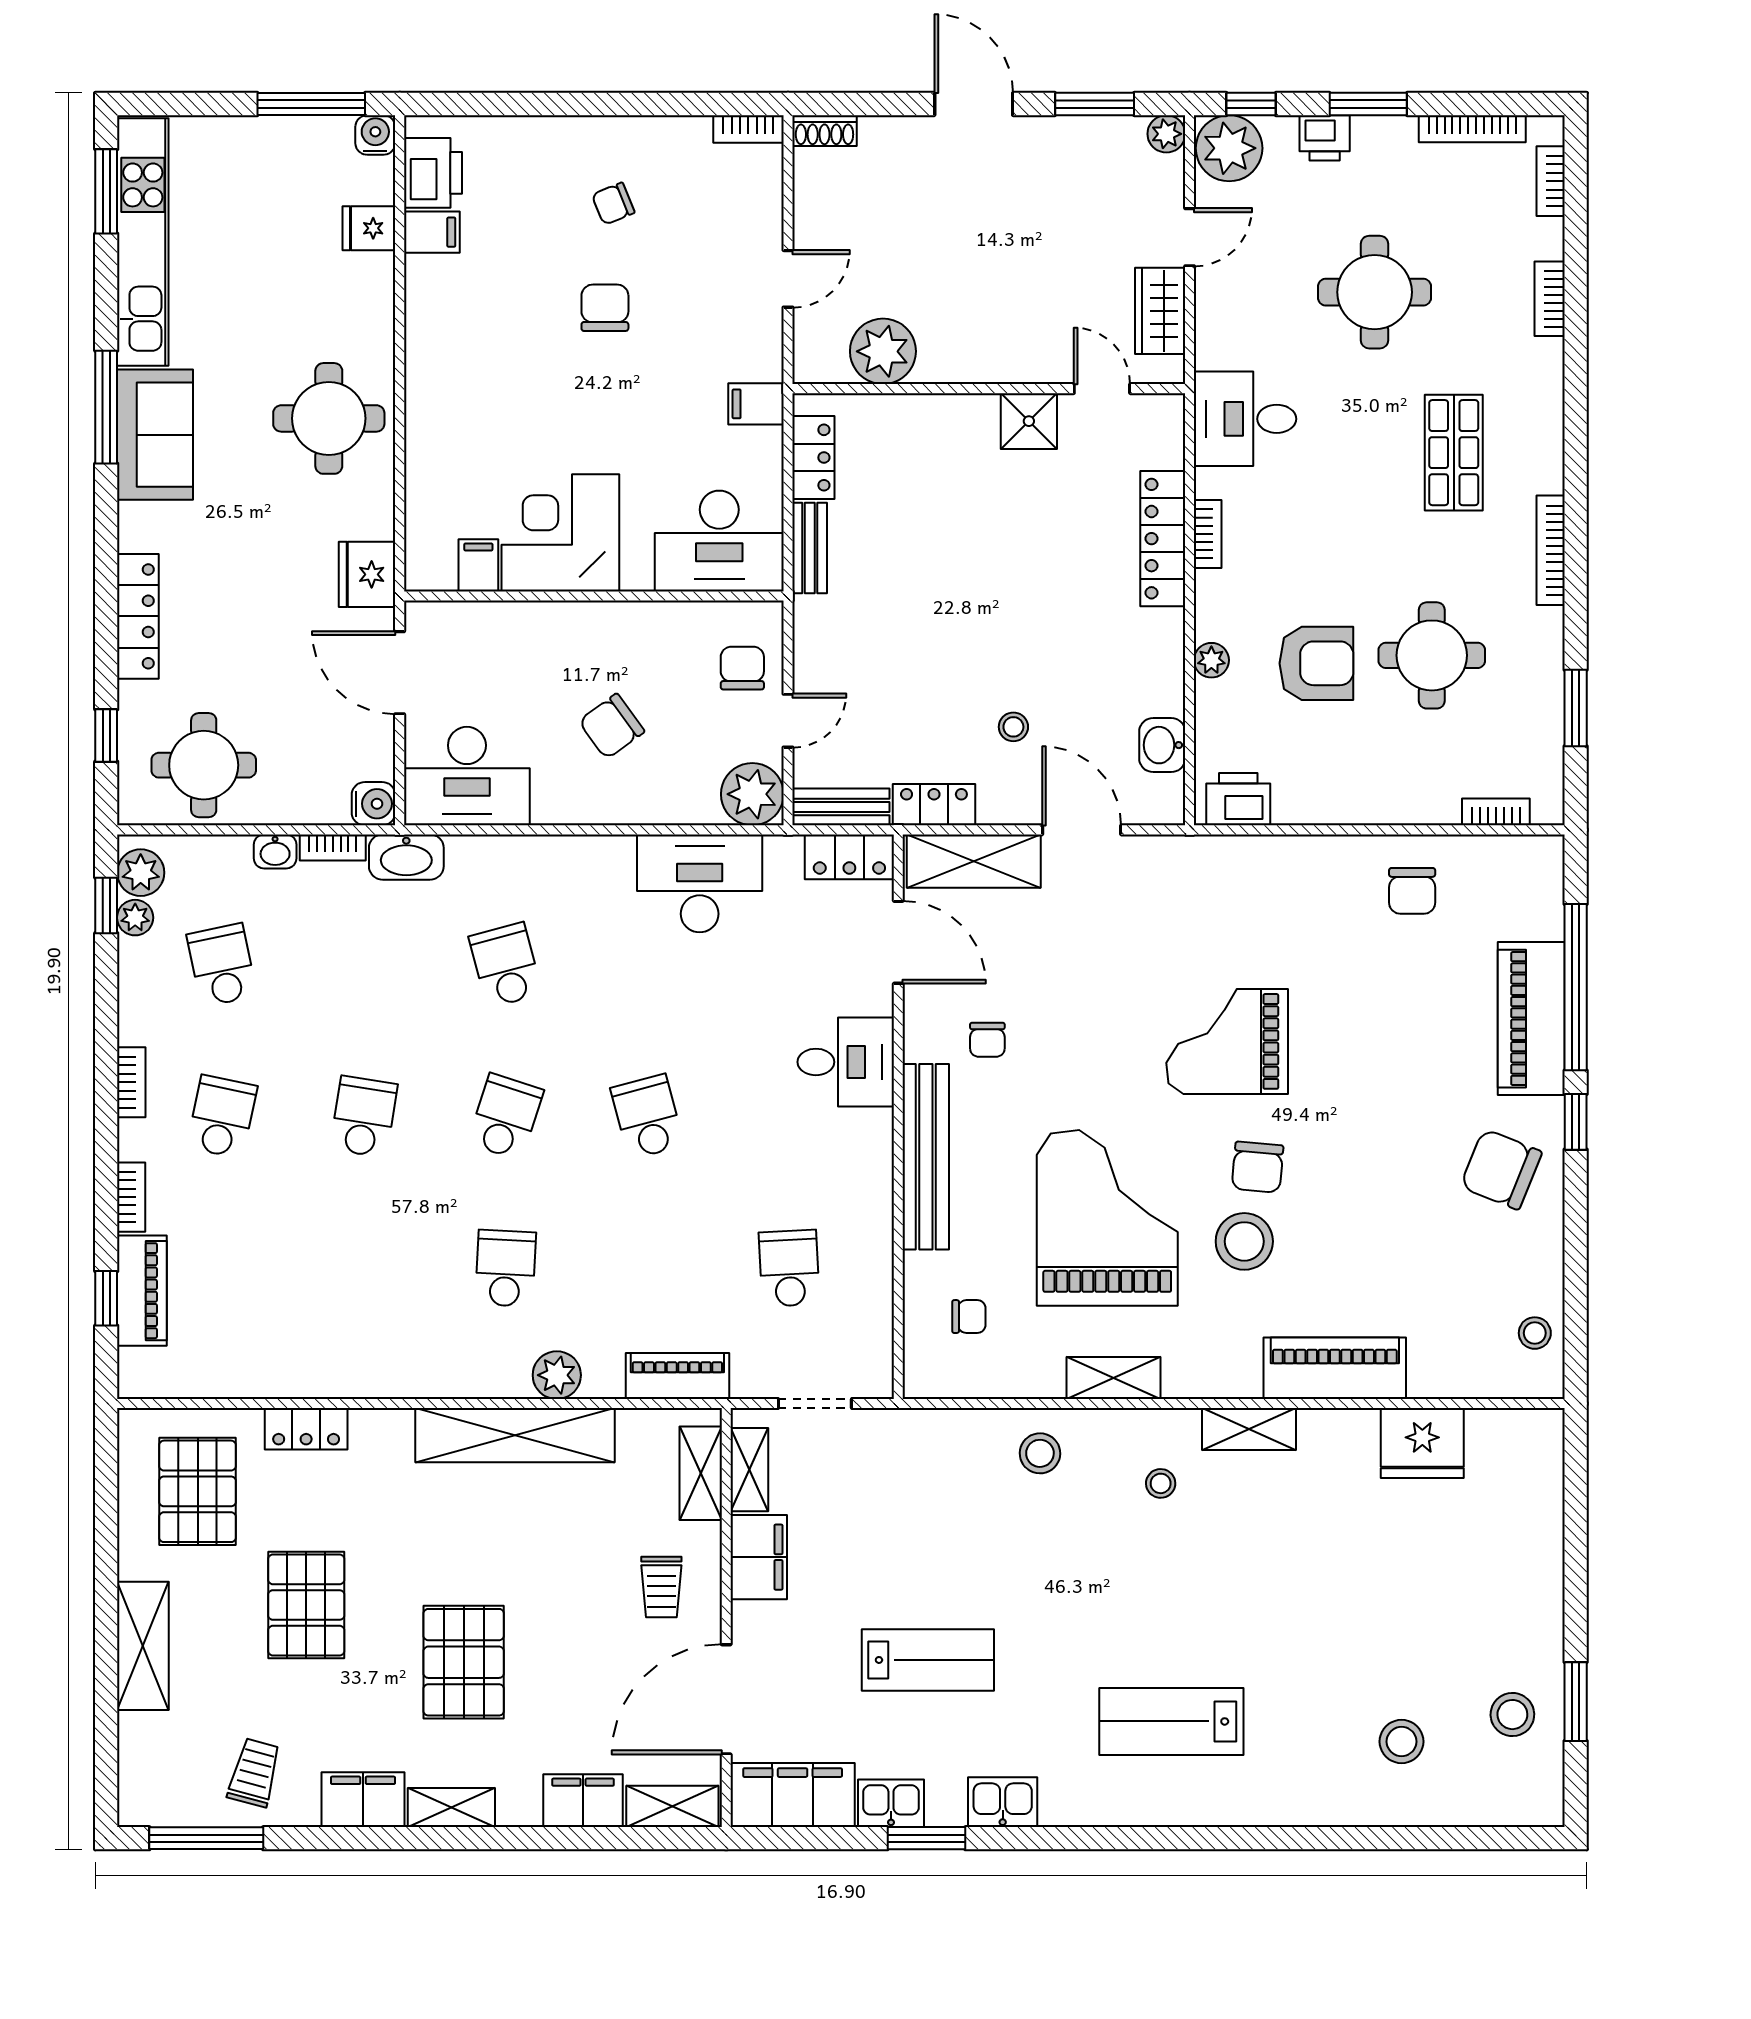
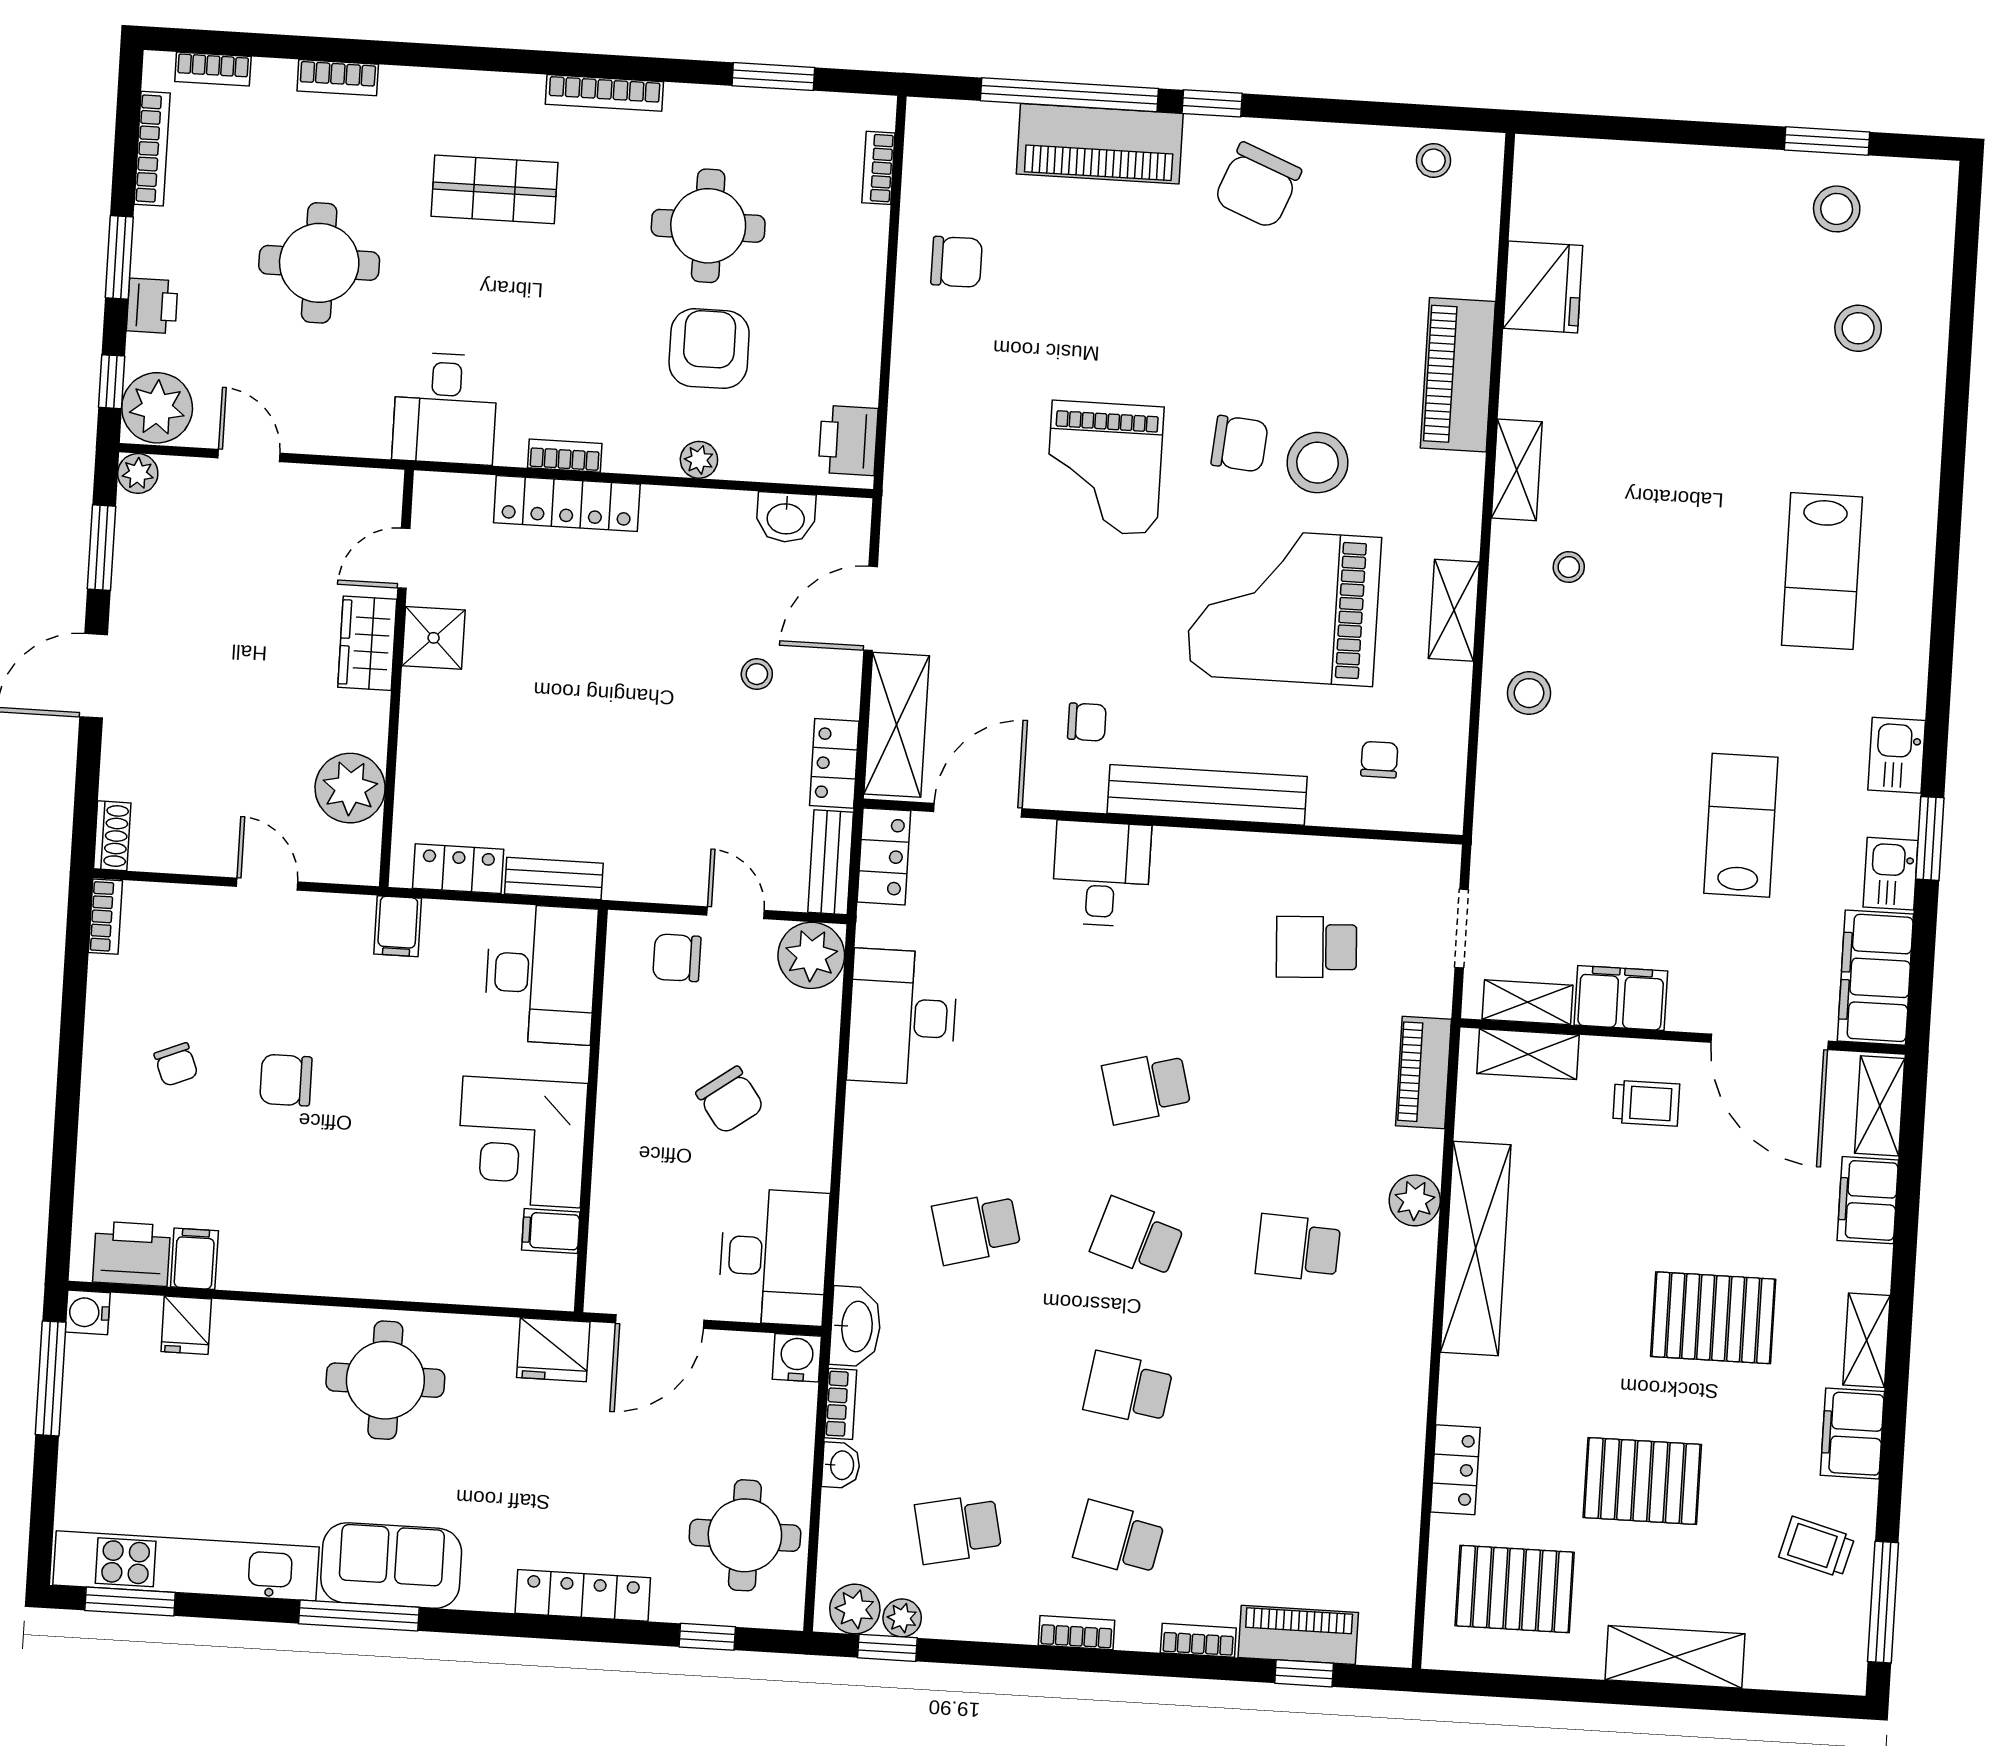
wardrobe: (1160, 311) -> (367, 643), moved, turned 90

